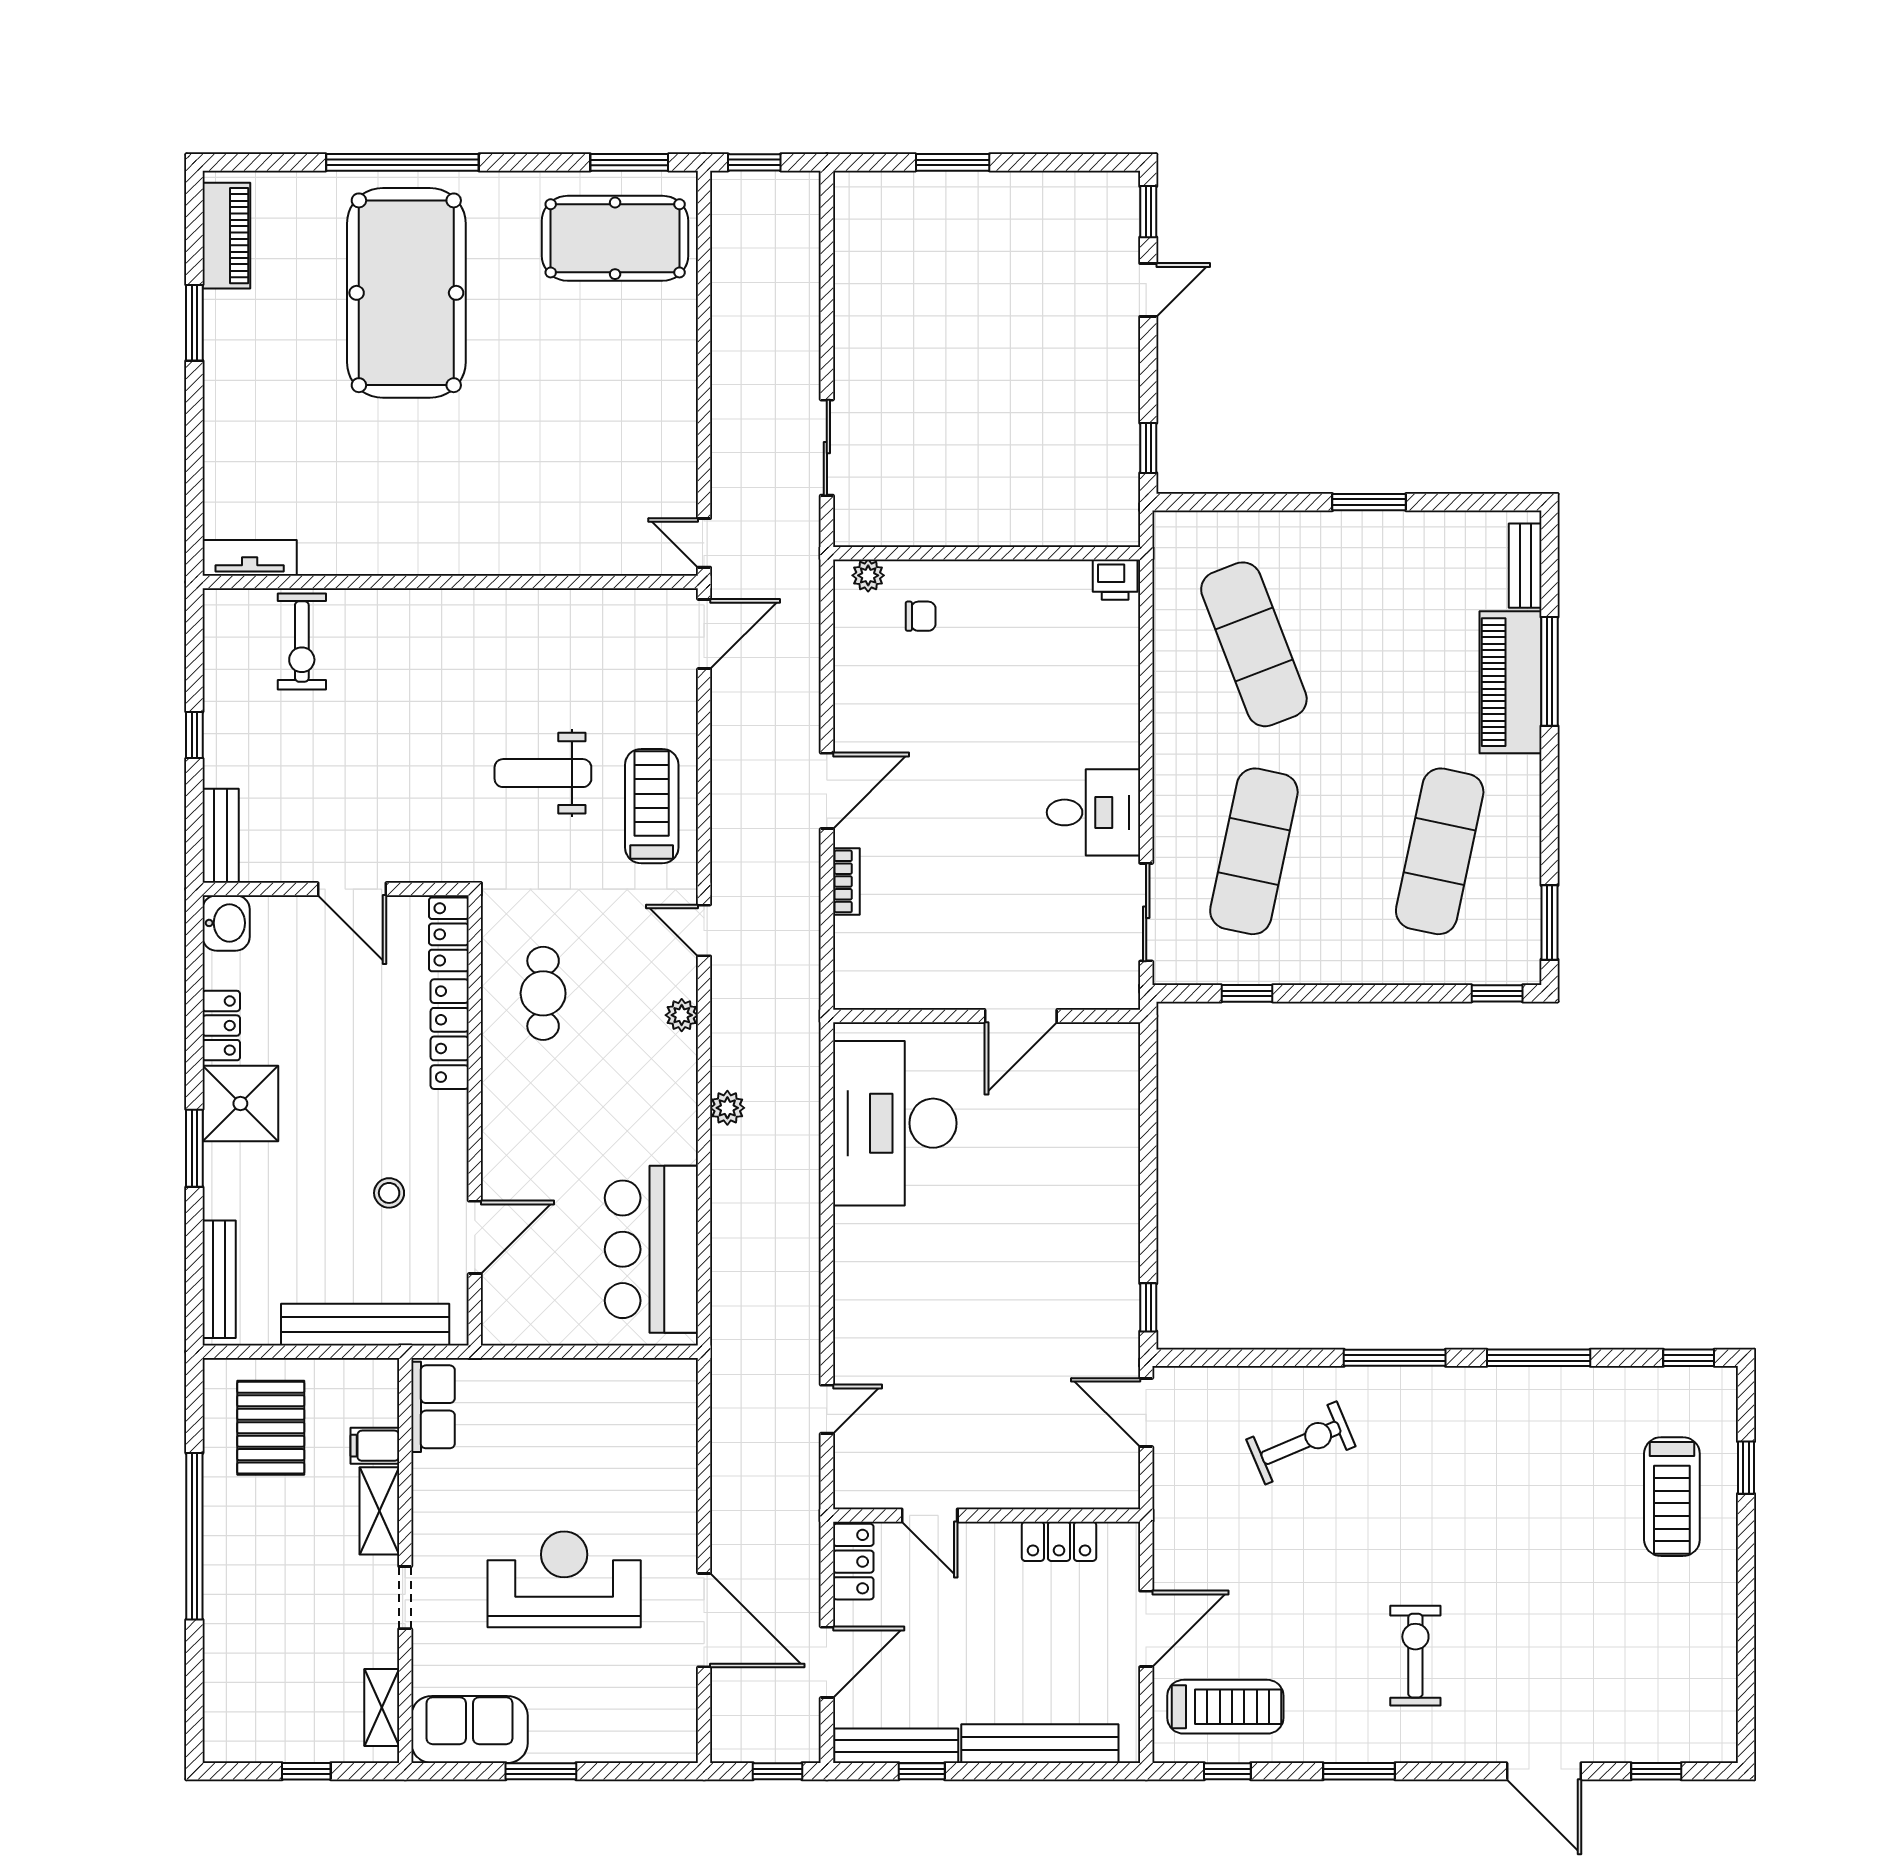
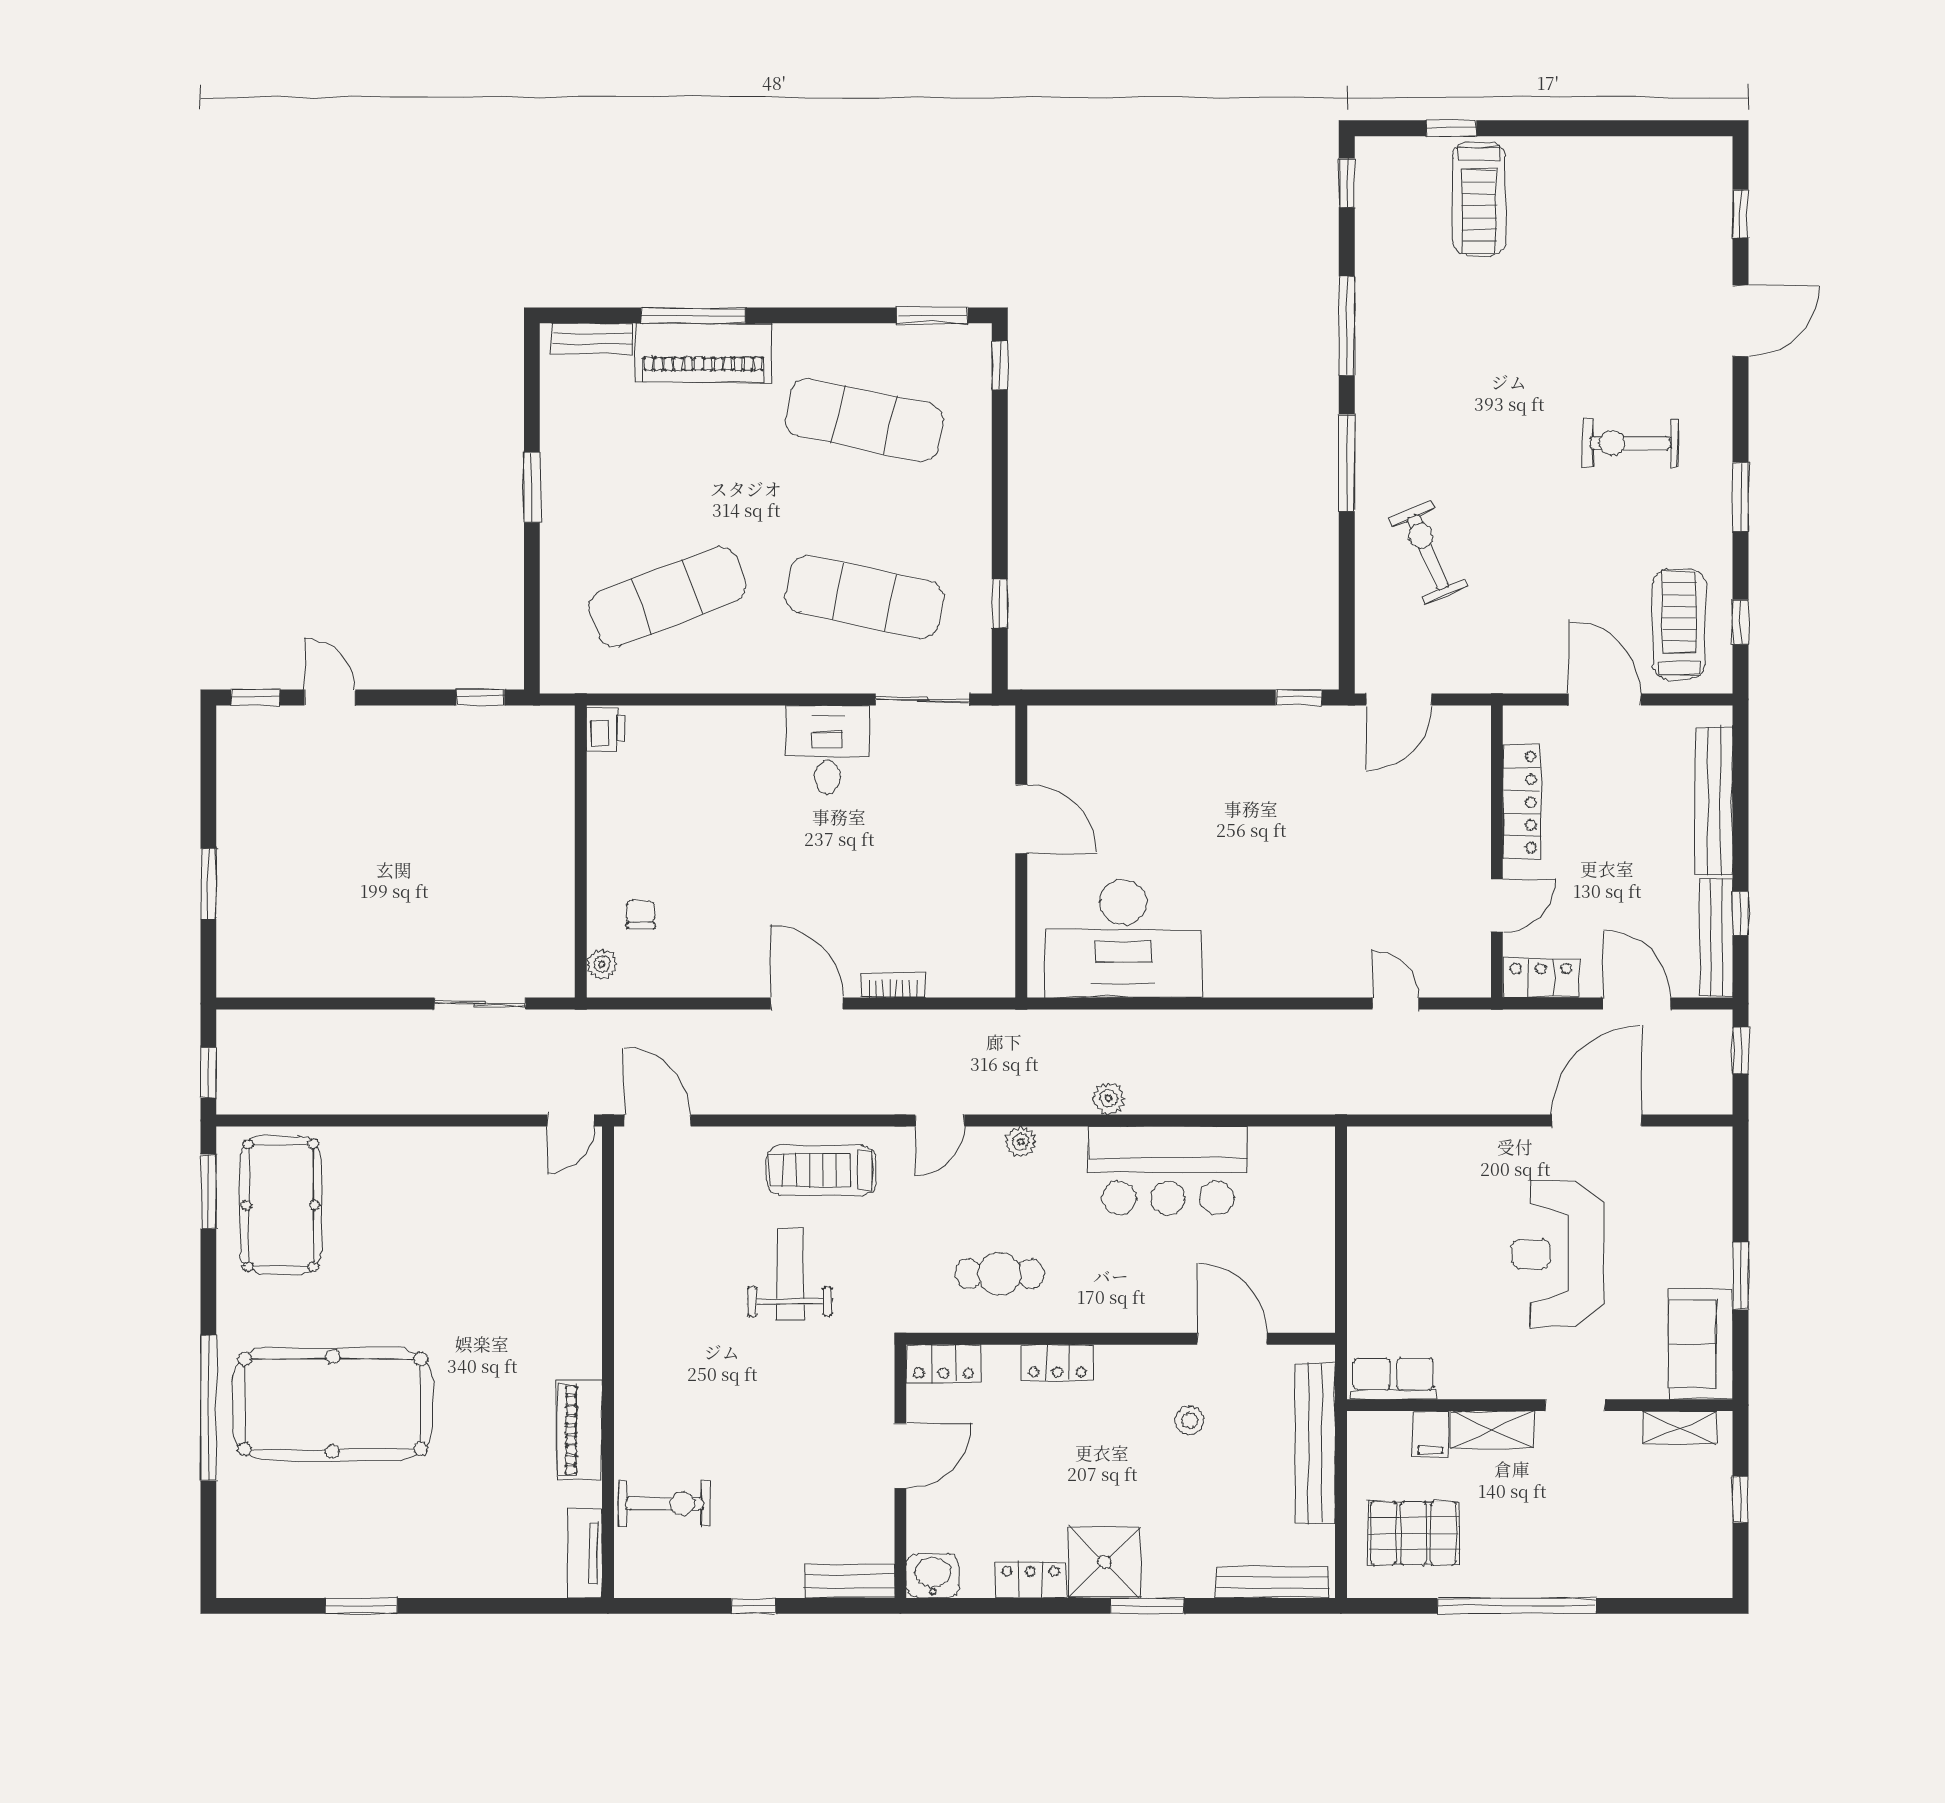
piano: (226, 236) -> (580, 1430), moved, turned -90
weight bench: (543, 773) -> (790, 1274), turned 180
locker: (450, 1034) -> (1057, 1363), width x0.66
bar counter: (651, 1249) -> (1168, 1171), moved
treadmill: (1672, 1497) -> (1479, 199), turned 90
locker: (1059, 1541) -> (1522, 802), width x1.53

